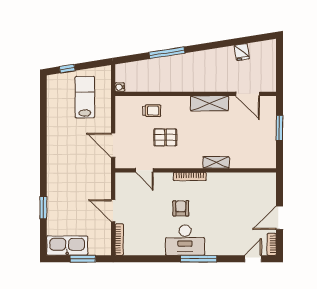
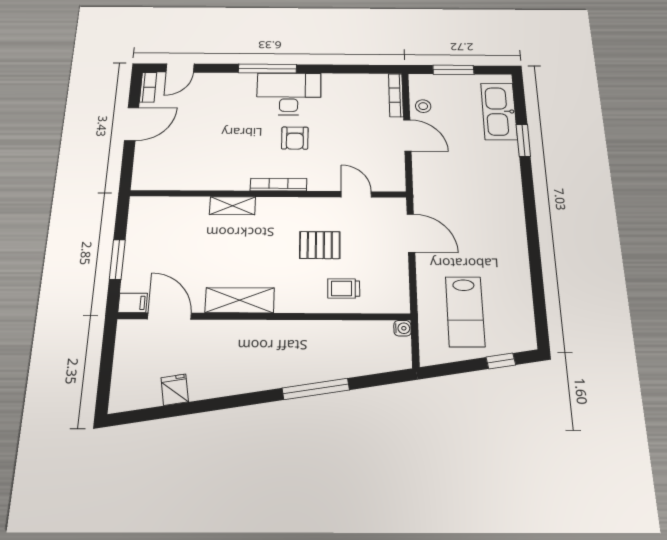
filing cabinet: (268, 102) -> (133, 303), added
stool: (103, 232) -> (423, 106), added
kitchen sink: (67, 246) -> (499, 111), moved, turned 90

